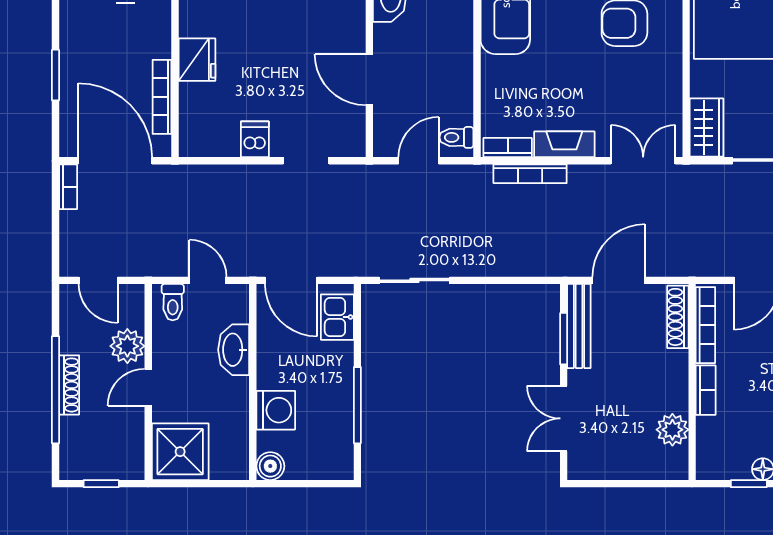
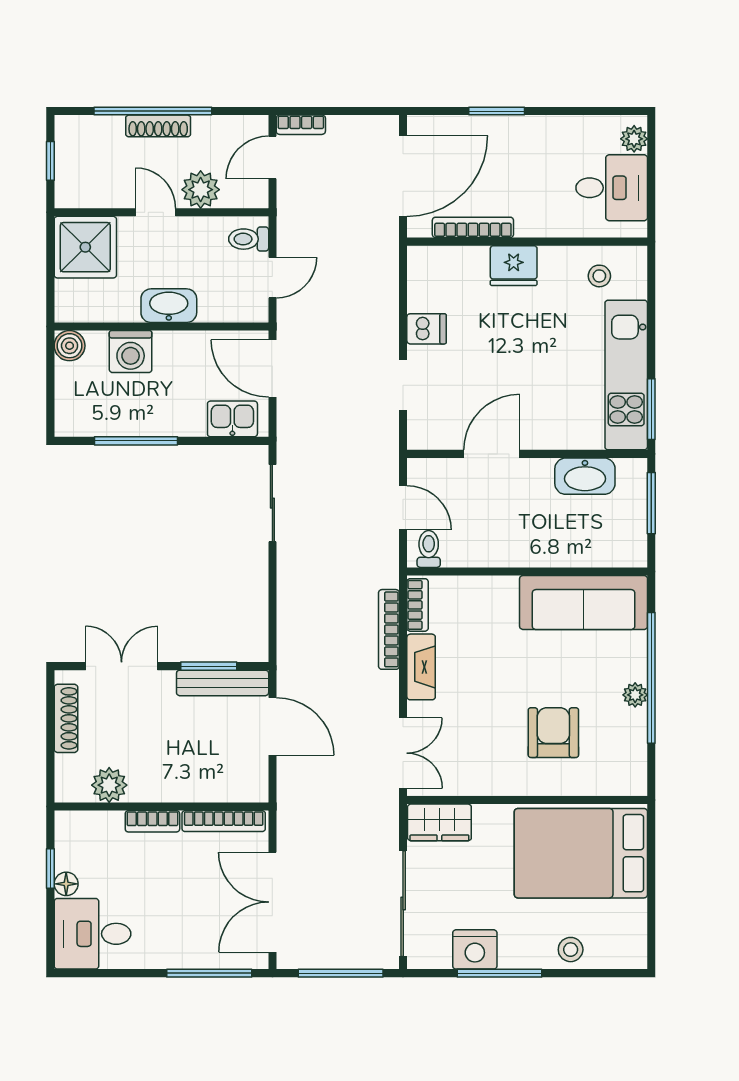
bookcase: (68, 187) -> (301, 125), moved
door: (291, 280) -> (272, 368), hinge flipped
shoe rack: (678, 317) -> (66, 718), moved, turned 90
washbasin: (234, 350) -> (169, 306), moved

